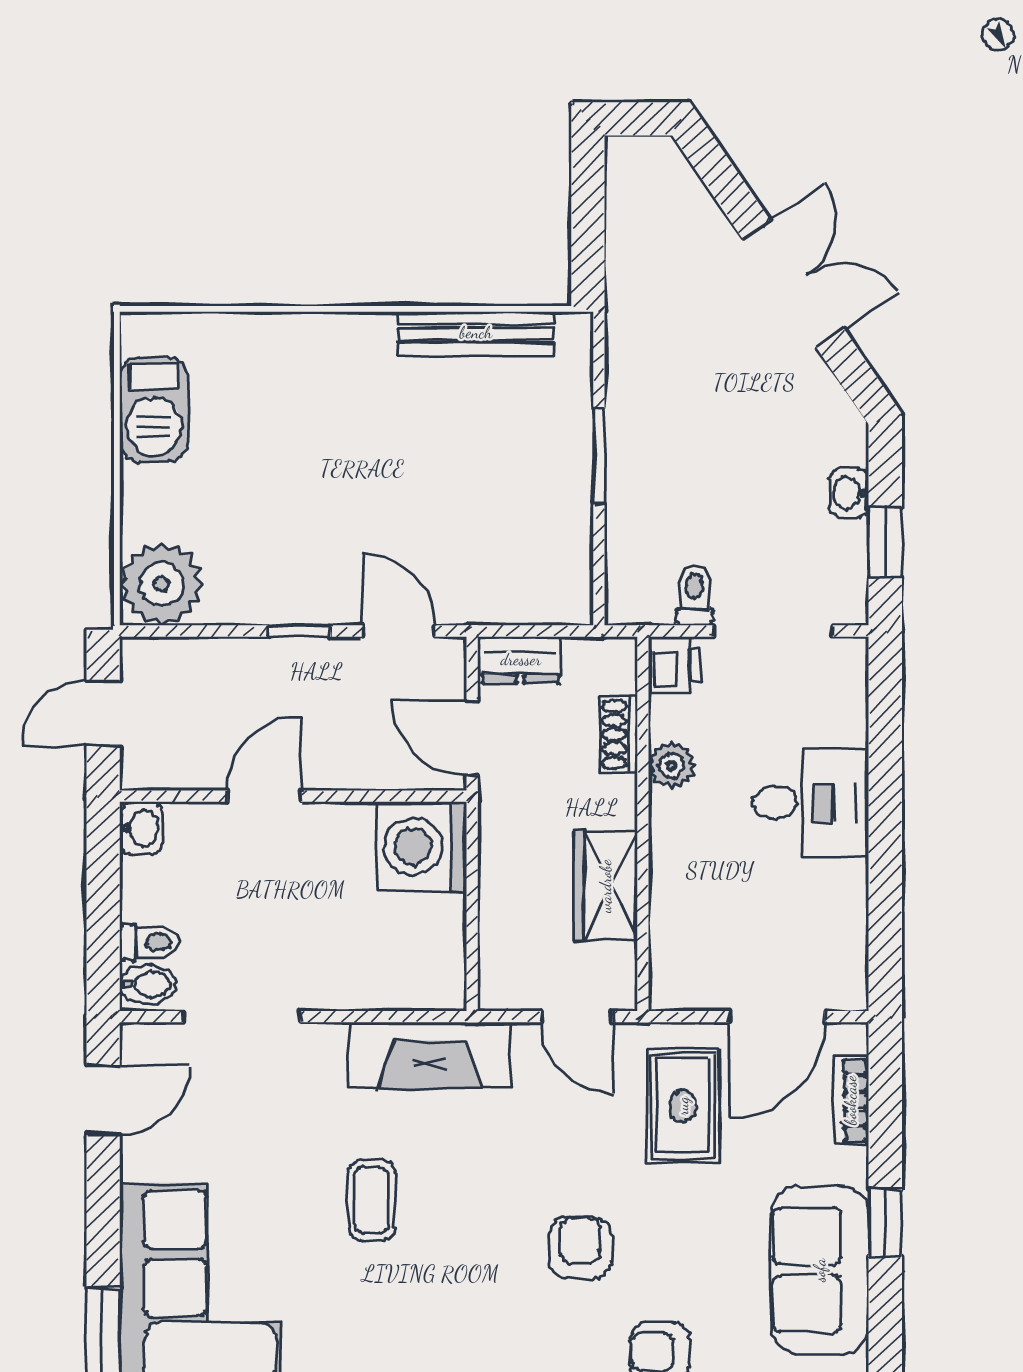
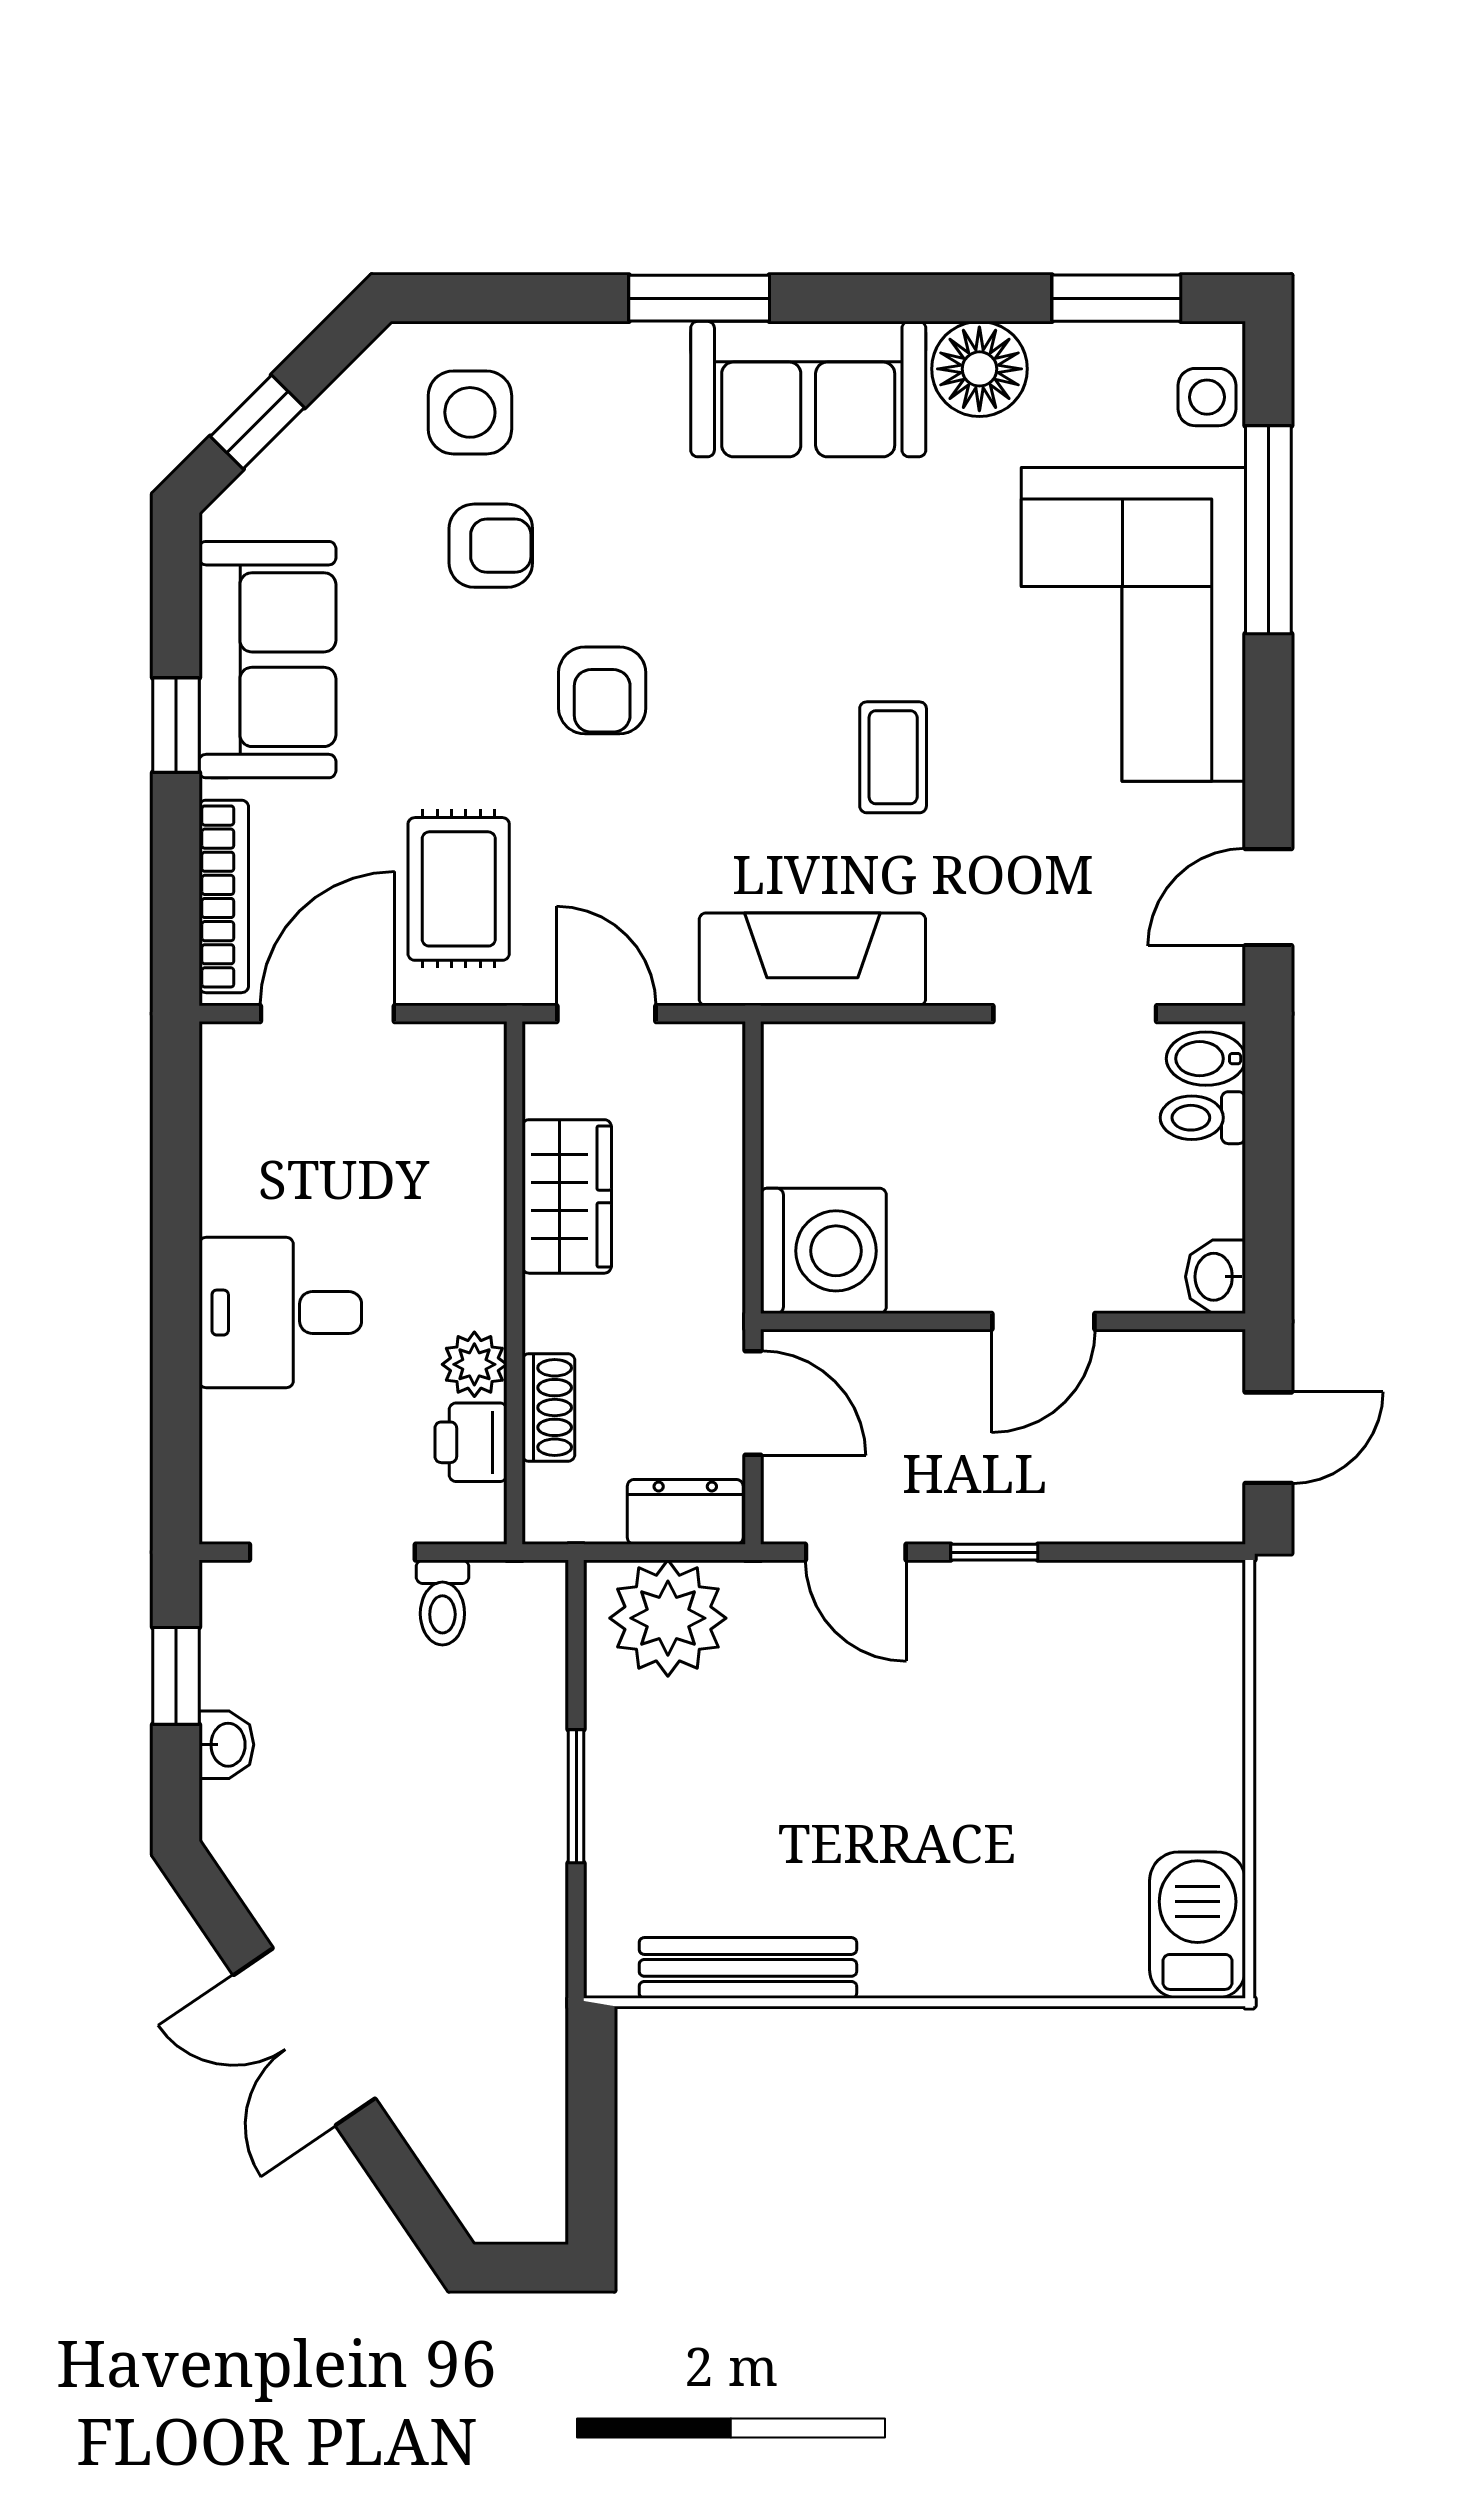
barbecue: (154, 410) -> (1198, 1925), moved
plant: (161, 584) -> (668, 1618), moved
printer: (674, 665) -> (471, 1442), moved
bookcase: (851, 1100) -> (224, 896), width x1.56

